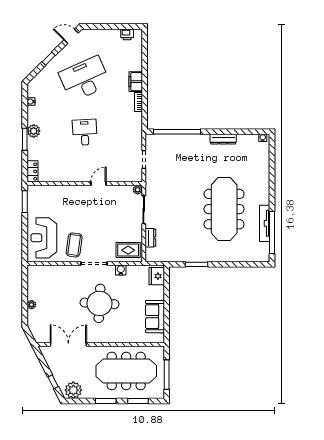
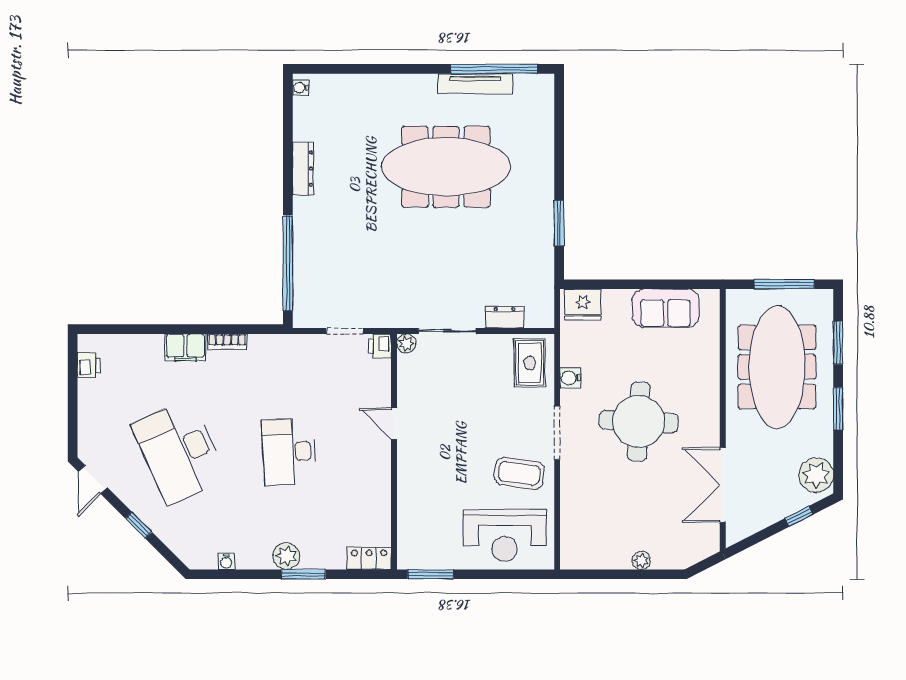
desk: (85, 132) -> (289, 452), width x1.37
printer: (136, 177) -> (380, 346), added

